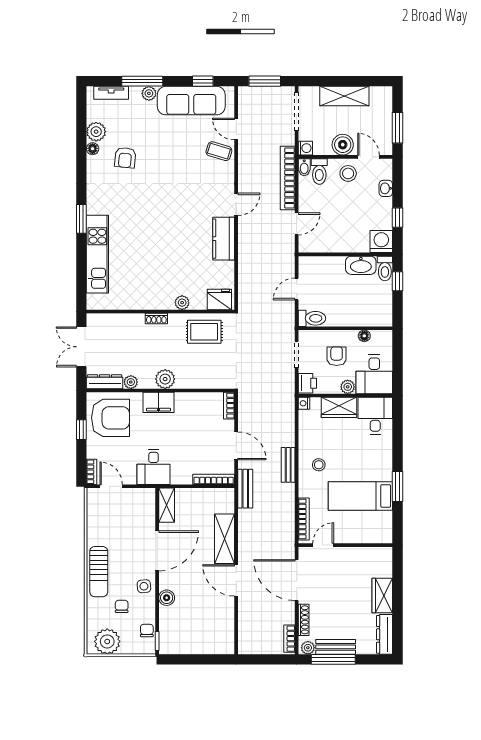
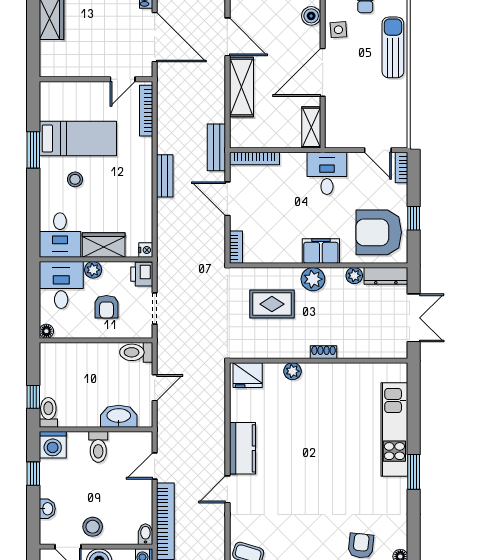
toilet: (319, 171) -> (98, 447), moved, turned 180
washbasin: (361, 265) -> (119, 416), moved
rug: (204, 332) -> (272, 304), moved
floor lamp: (364, 336) -> (46, 331), moved
stool: (319, 465) -> (75, 179), moved

